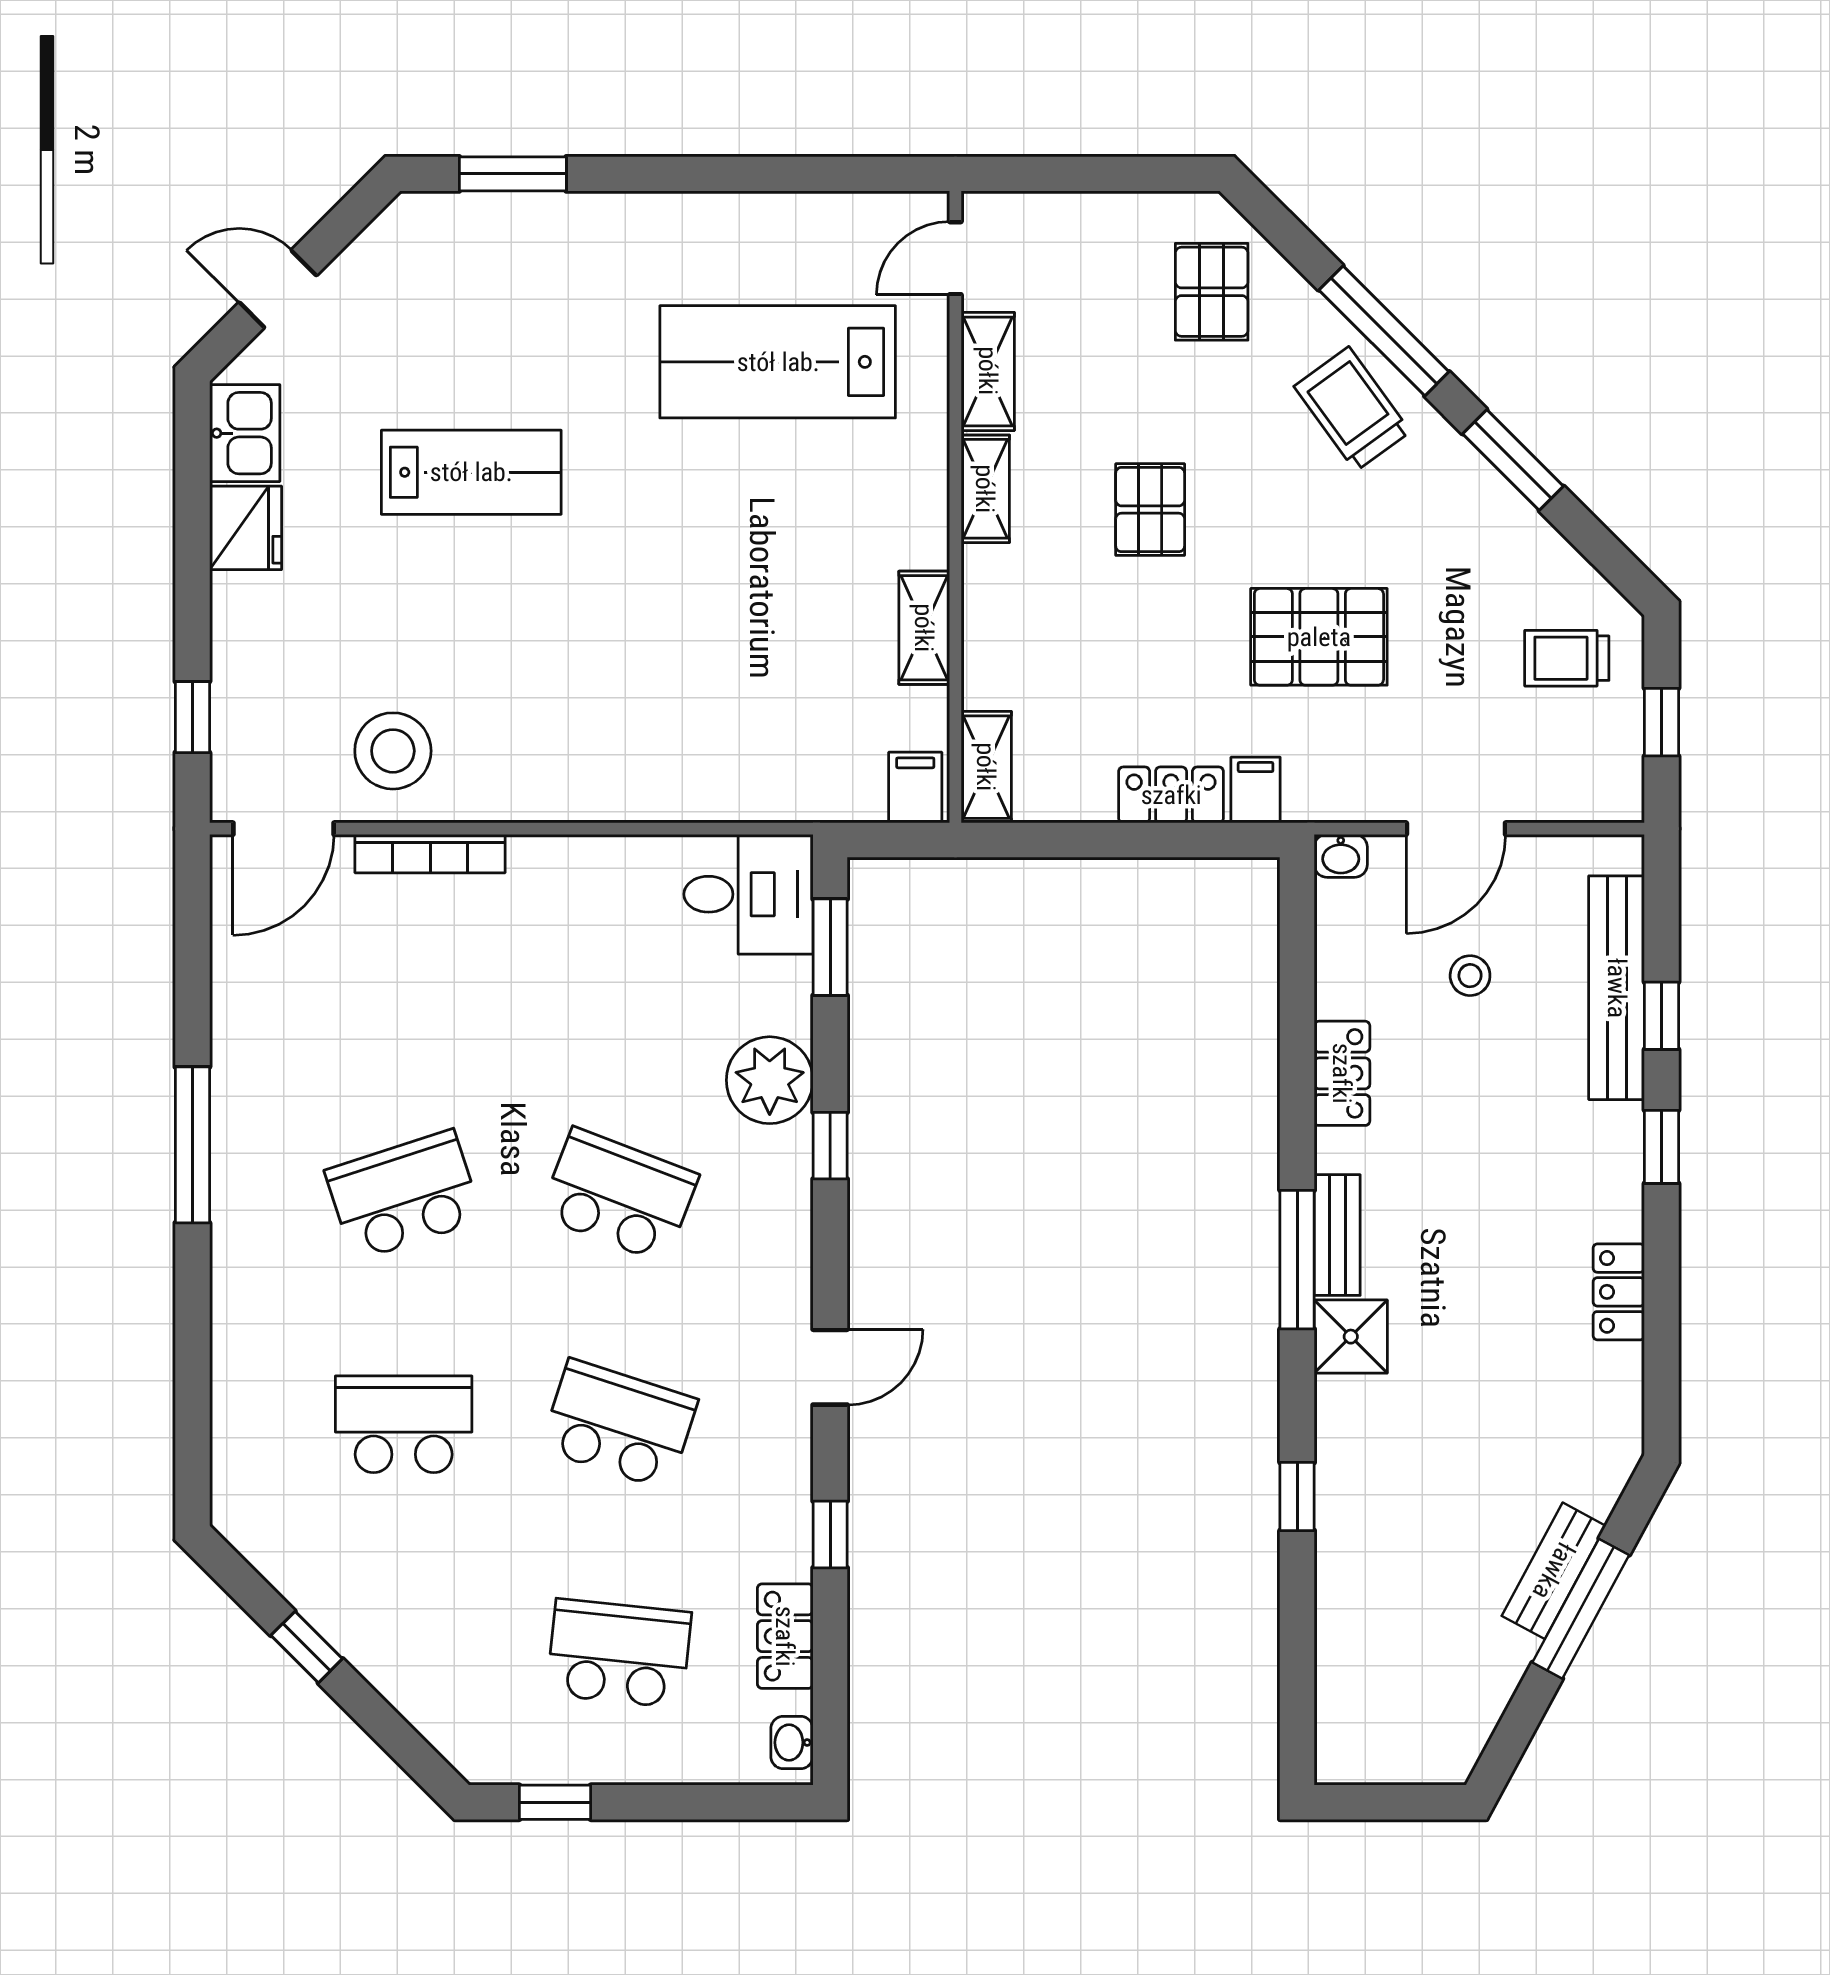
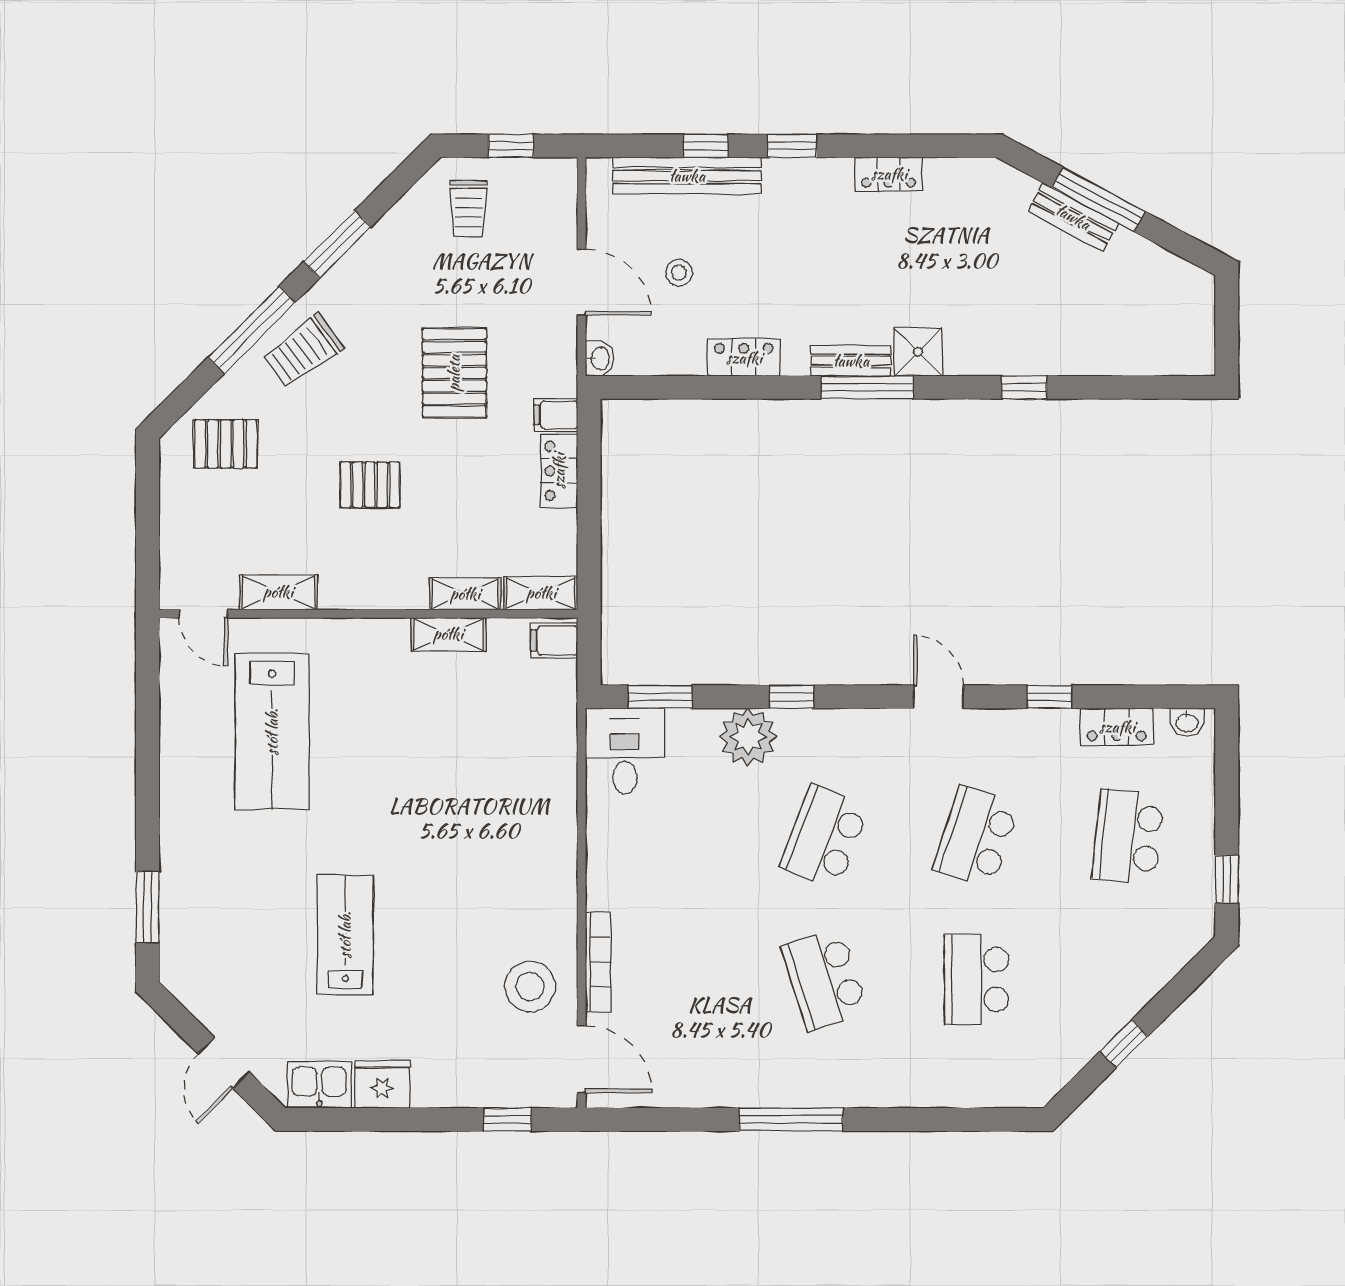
shelving: (985, 489) -> (465, 594), moved

